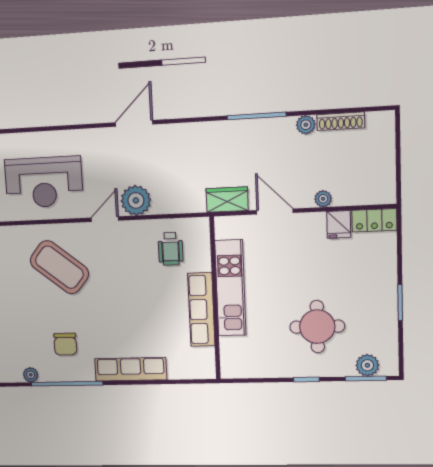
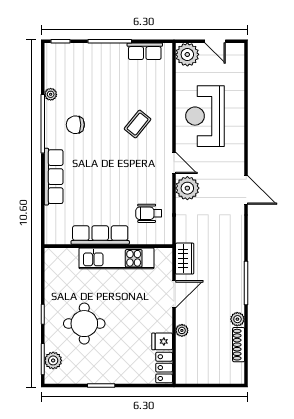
coffee table: (59, 267) -> (138, 124), width x0.54, depth x0.58

